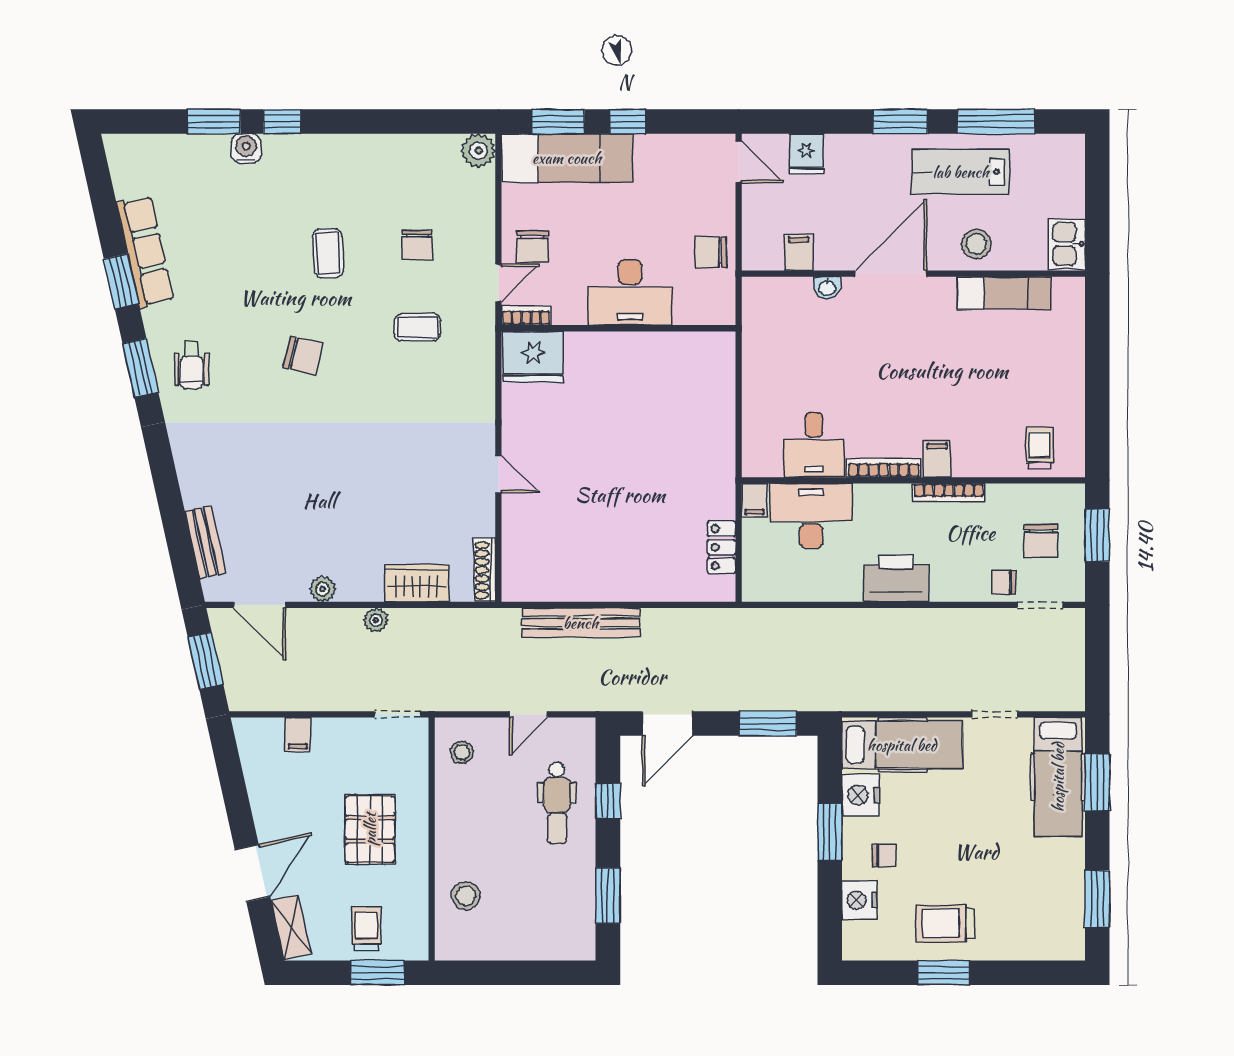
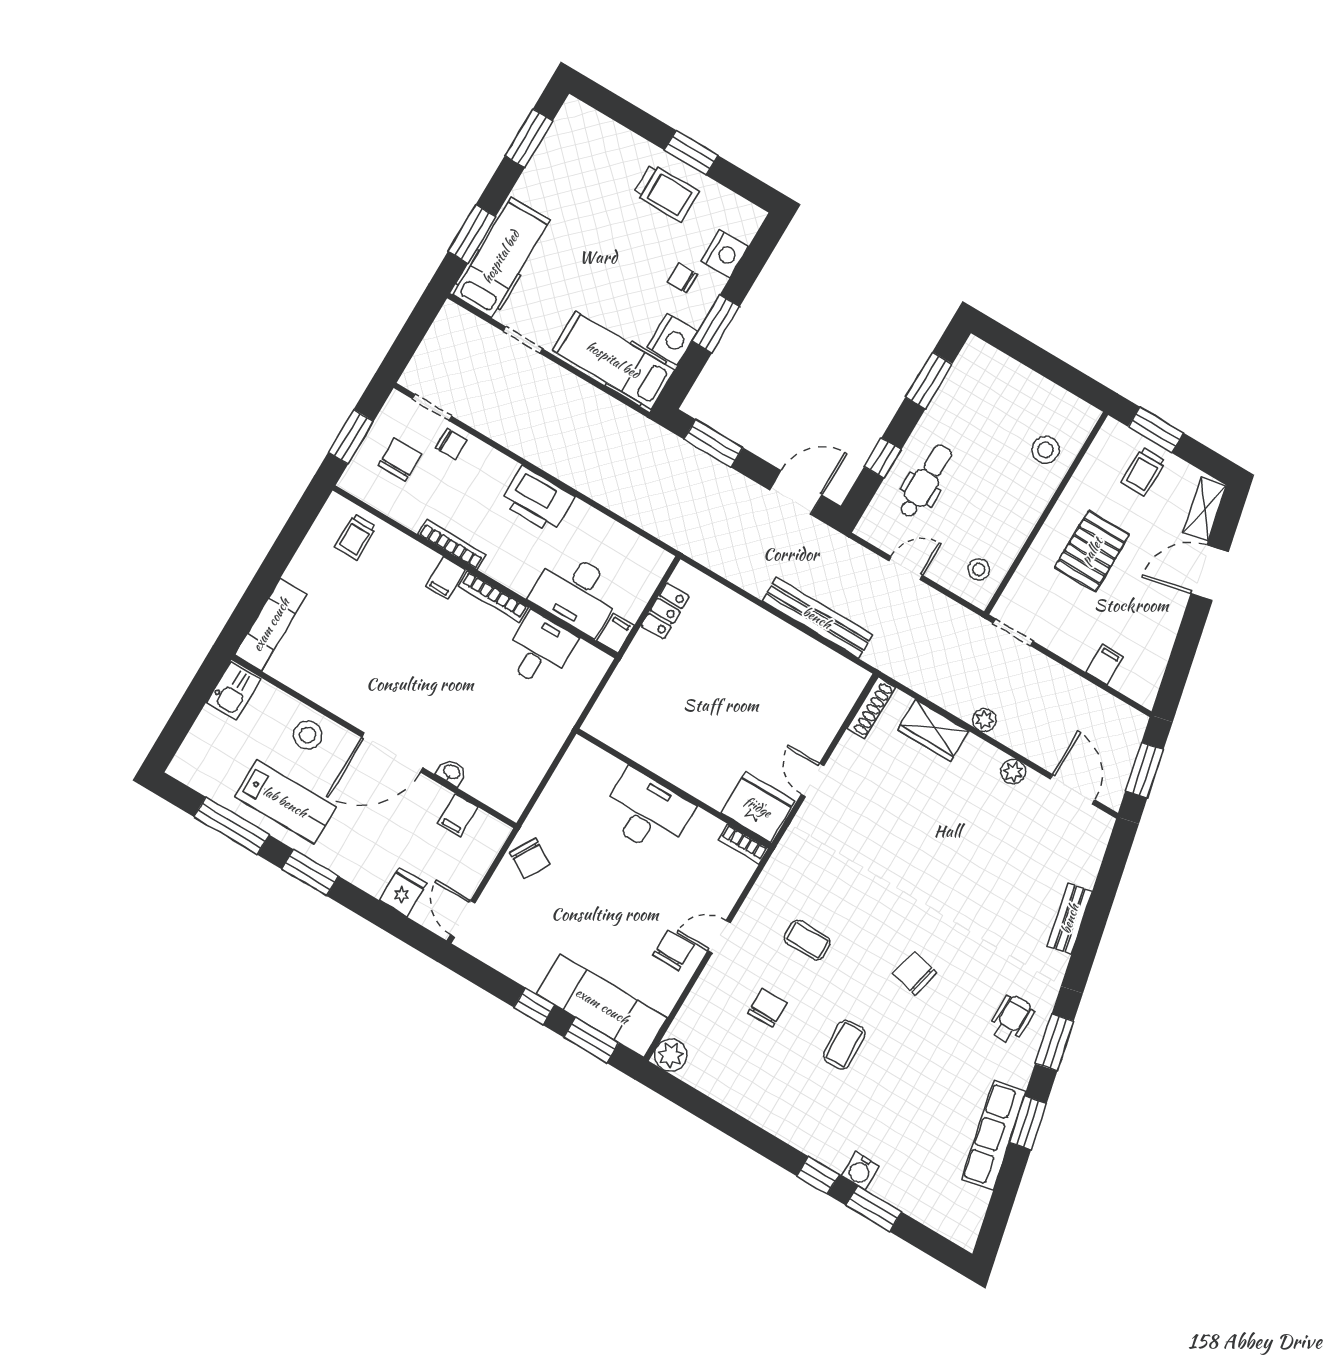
chair: (711, 252) -> (530, 858), turned 30
desk: (630, 292) -> (647, 812), moved
exam couch: (1004, 293) -> (271, 625), moved, turned 90
bookcase: (526, 315) -> (743, 844), moved
wall: (619, 328) -> (674, 788), moved
fridge: (533, 357) -> (758, 807), moved
bench: (205, 542) -> (1070, 919), moved

